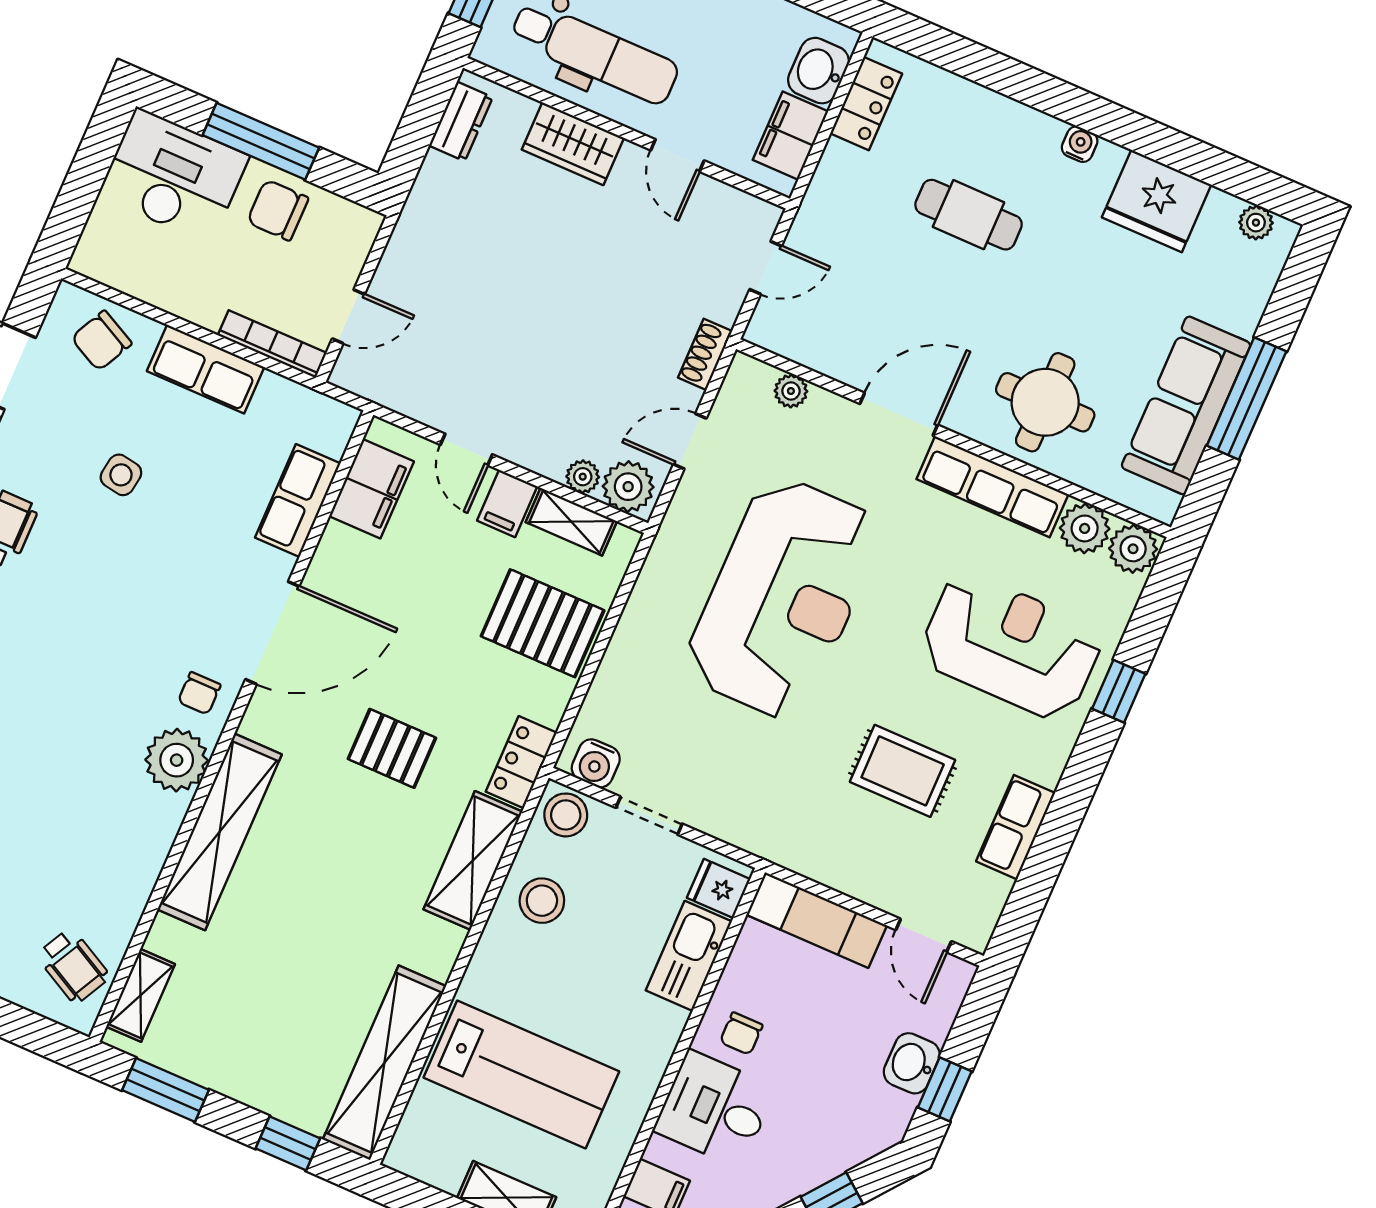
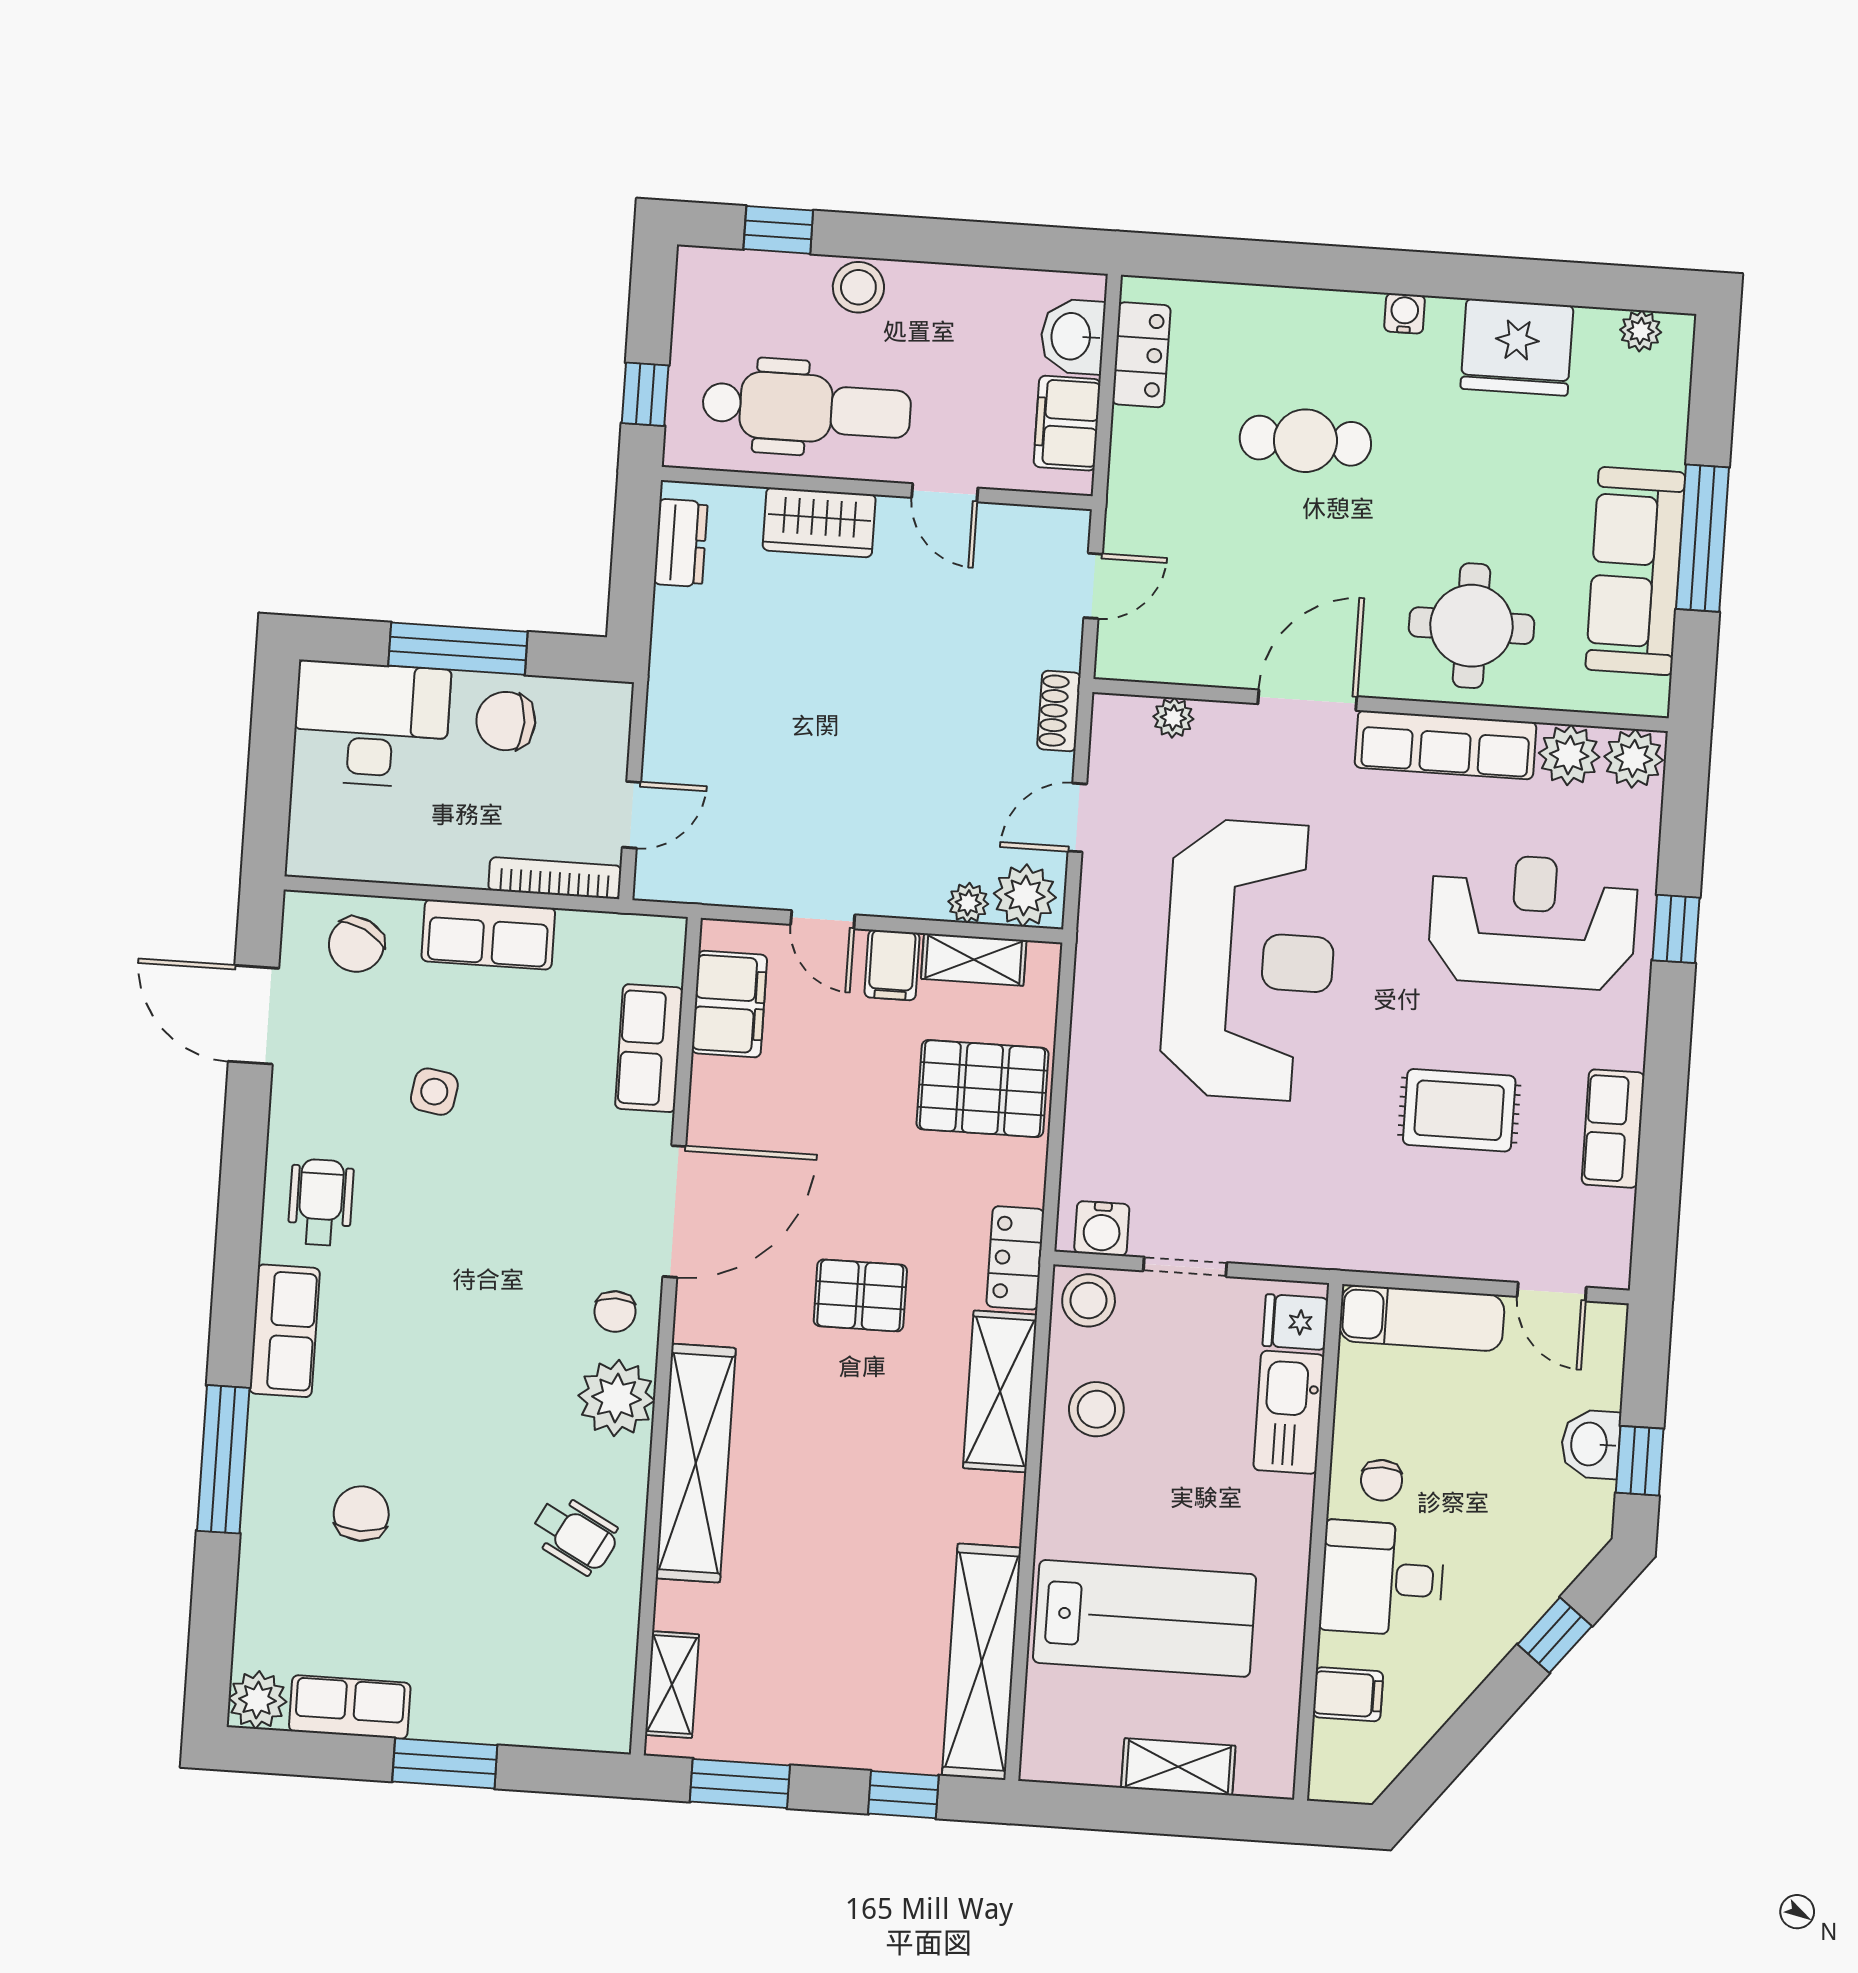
wheelchair: (73, 966) -> (575, 1535), moved

